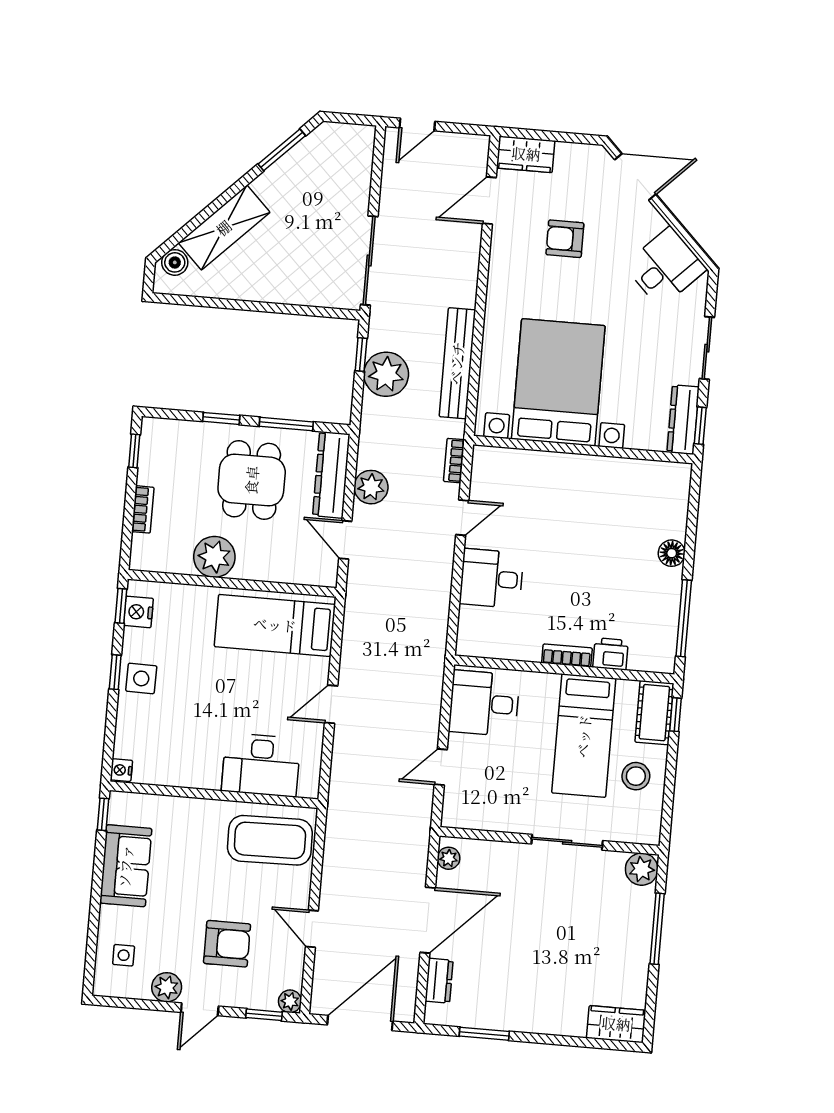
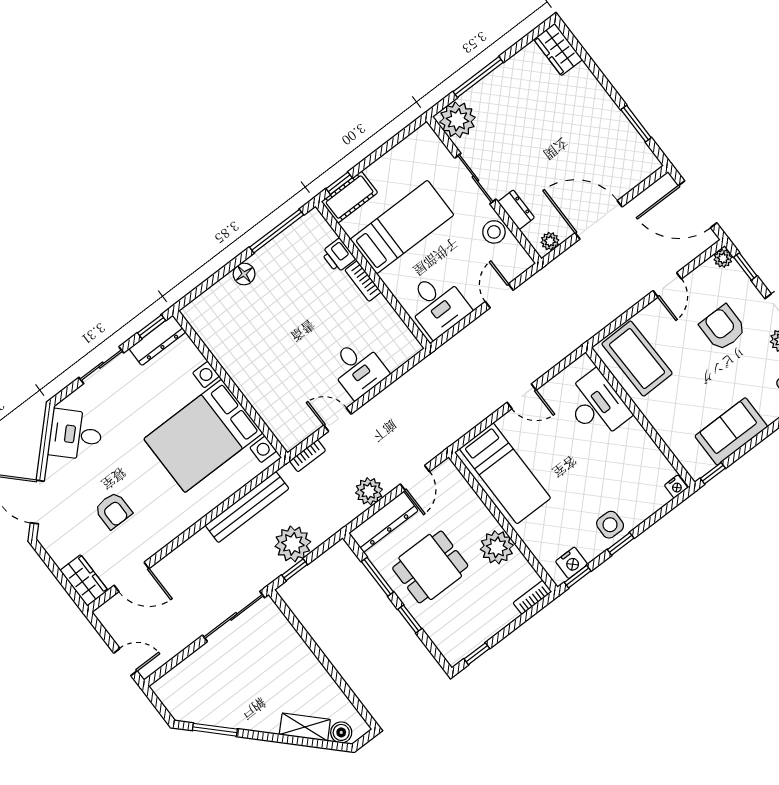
shelving: (224, 228) -> (305, 727), width x0.67, depth x0.75
bookcase: (143, 509) -> (532, 597), moved
door: (441, 767) -> (499, 296), swing flipped
stool: (636, 776) -> (494, 232), moved
plant: (642, 869) -> (457, 120), width x1.36, depth x1.36
dresser: (439, 981) -> (516, 210), moved, turned 90

